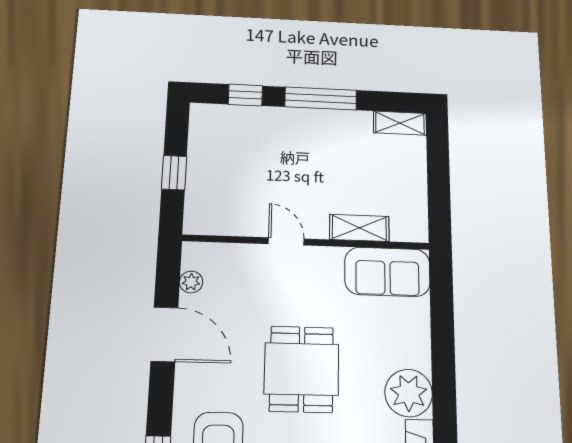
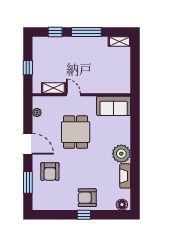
shelving: (359, 228) -> (53, 88), moved
door: (164, 334) -> (28, 144), moved
dining table: (302, 369) -> (76, 132), moved

